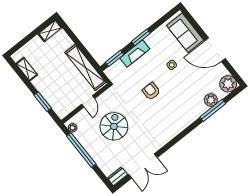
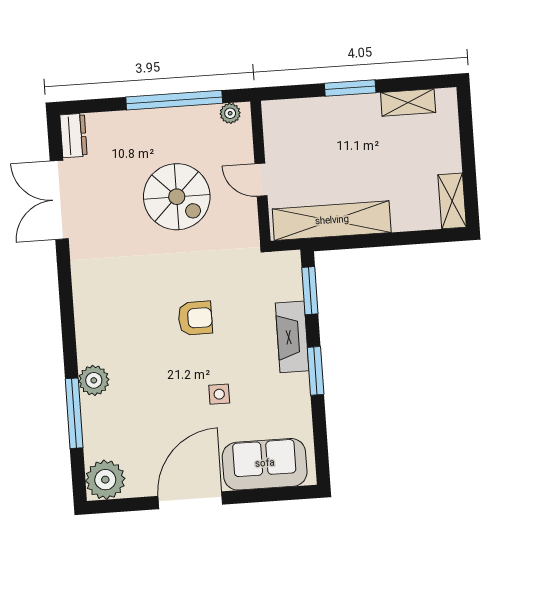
plant: (211, 100) -> (94, 380), moved
window: (43, 102) -> (350, 88), moved

